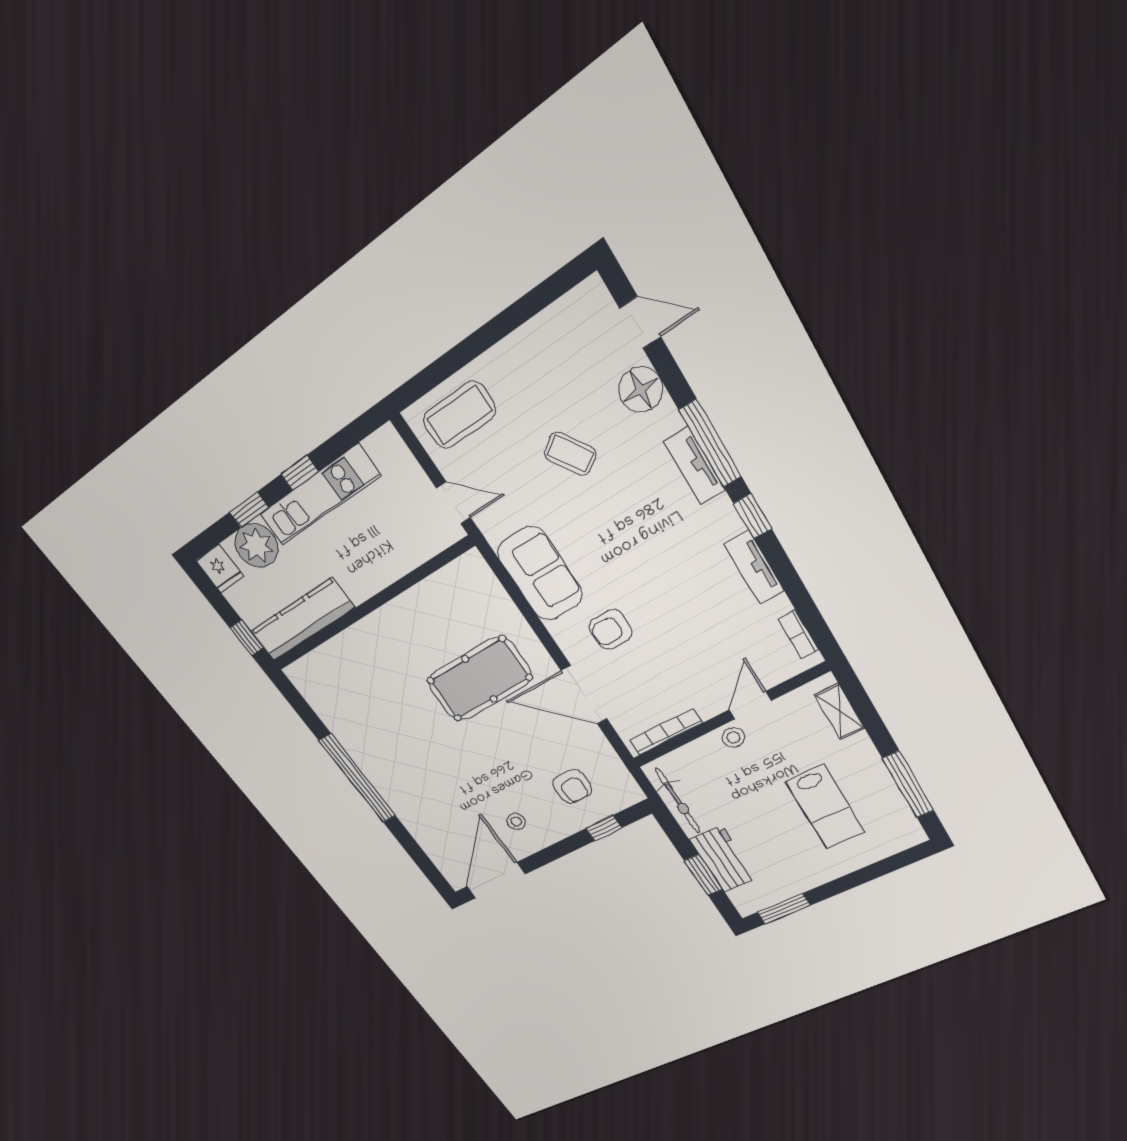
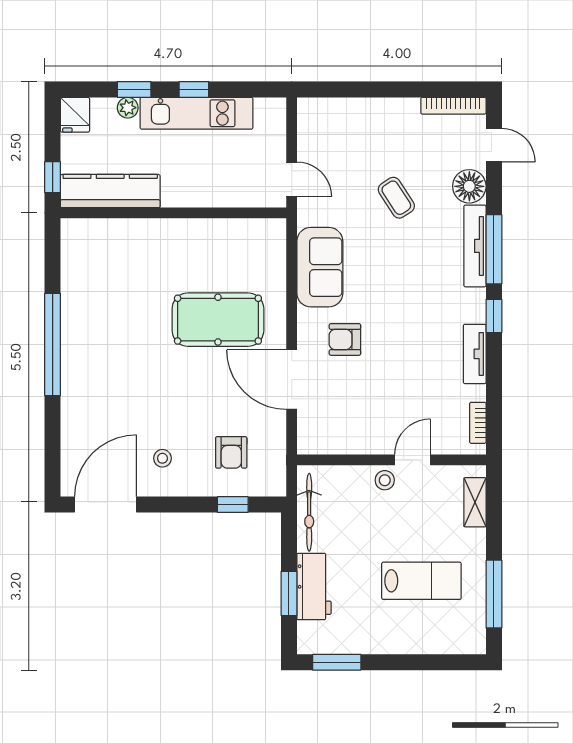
coffee table: (459, 415) -> (337, 125), removed
tv unit: (695, 466) -> (475, 246), width x1.41
plant: (256, 545) -> (128, 108), width x0.53, depth x0.53
bookcase: (666, 732) -> (453, 106), moved, turned 180
lab bench: (825, 807) -> (421, 581), turned -90

